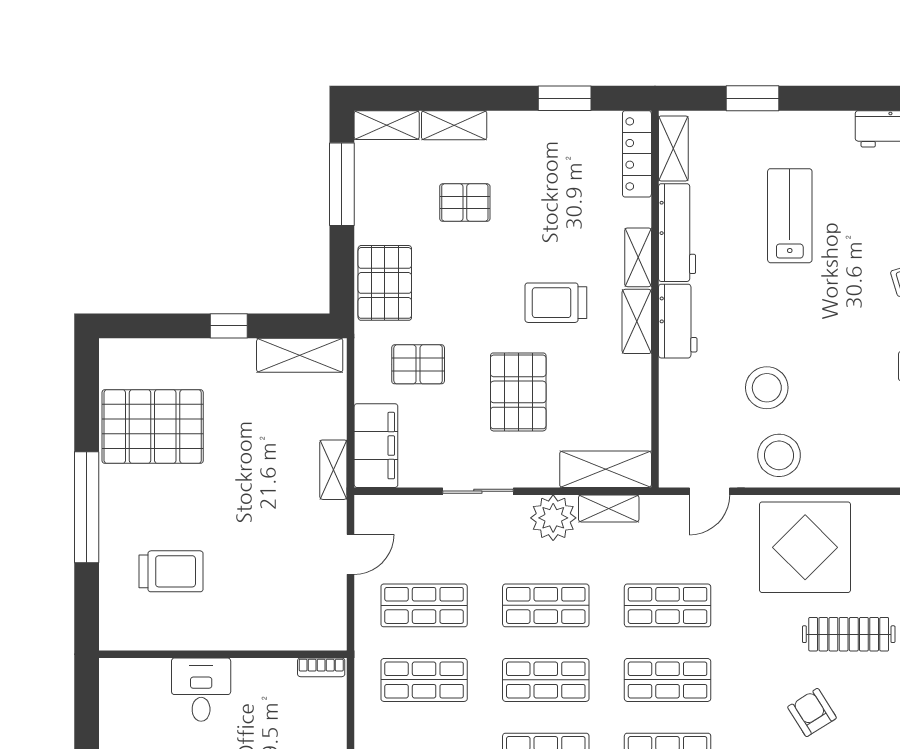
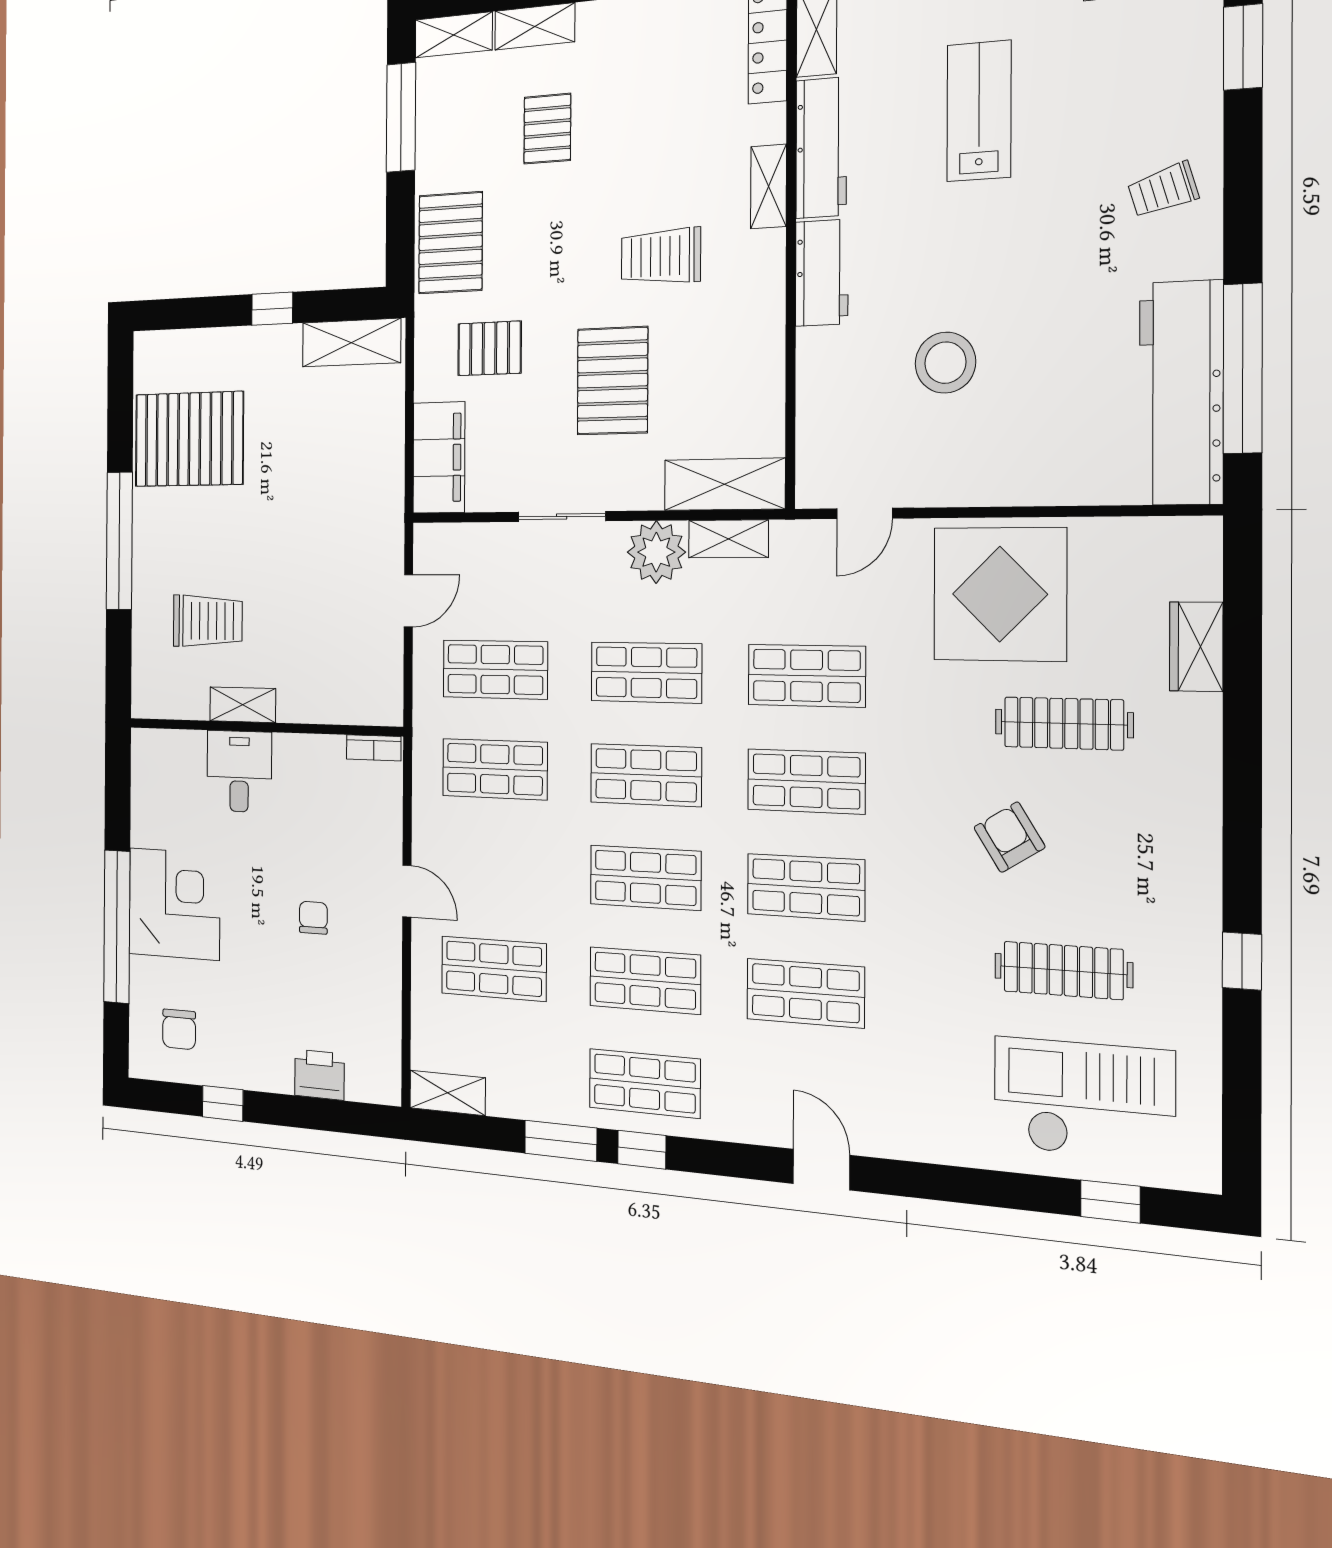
pallet: (465, 203) -> (547, 129), turned 90
shelving: (637, 321) -> (766, 276), removed
stool: (779, 455) -> (963, 460), removed
shelving: (333, 470) -> (243, 705), moved, turned 90

